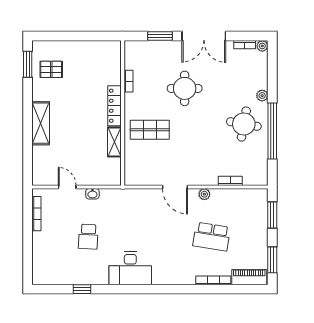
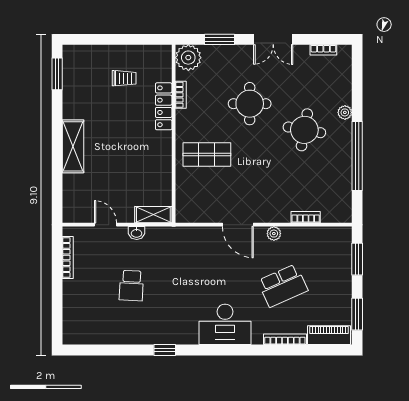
double door: (204, 36) -> (273, 39), width x0.73
plant: (262, 46) -> (188, 58), moved, width x1.87, depth x1.87
trolley: (82, 68) -> (124, 78), added
pallet: (51, 69) -> (86, 80), removed
locker: (115, 106) -> (164, 106), moved
round table: (244, 124) -> (304, 130), moved
shelving: (114, 142) -> (153, 215), moved, turned 90
school desk: (212, 237) -> (283, 286), turned -33
desk: (130, 268) -> (225, 324), moved
window: (82, 289) -> (165, 350), moved

